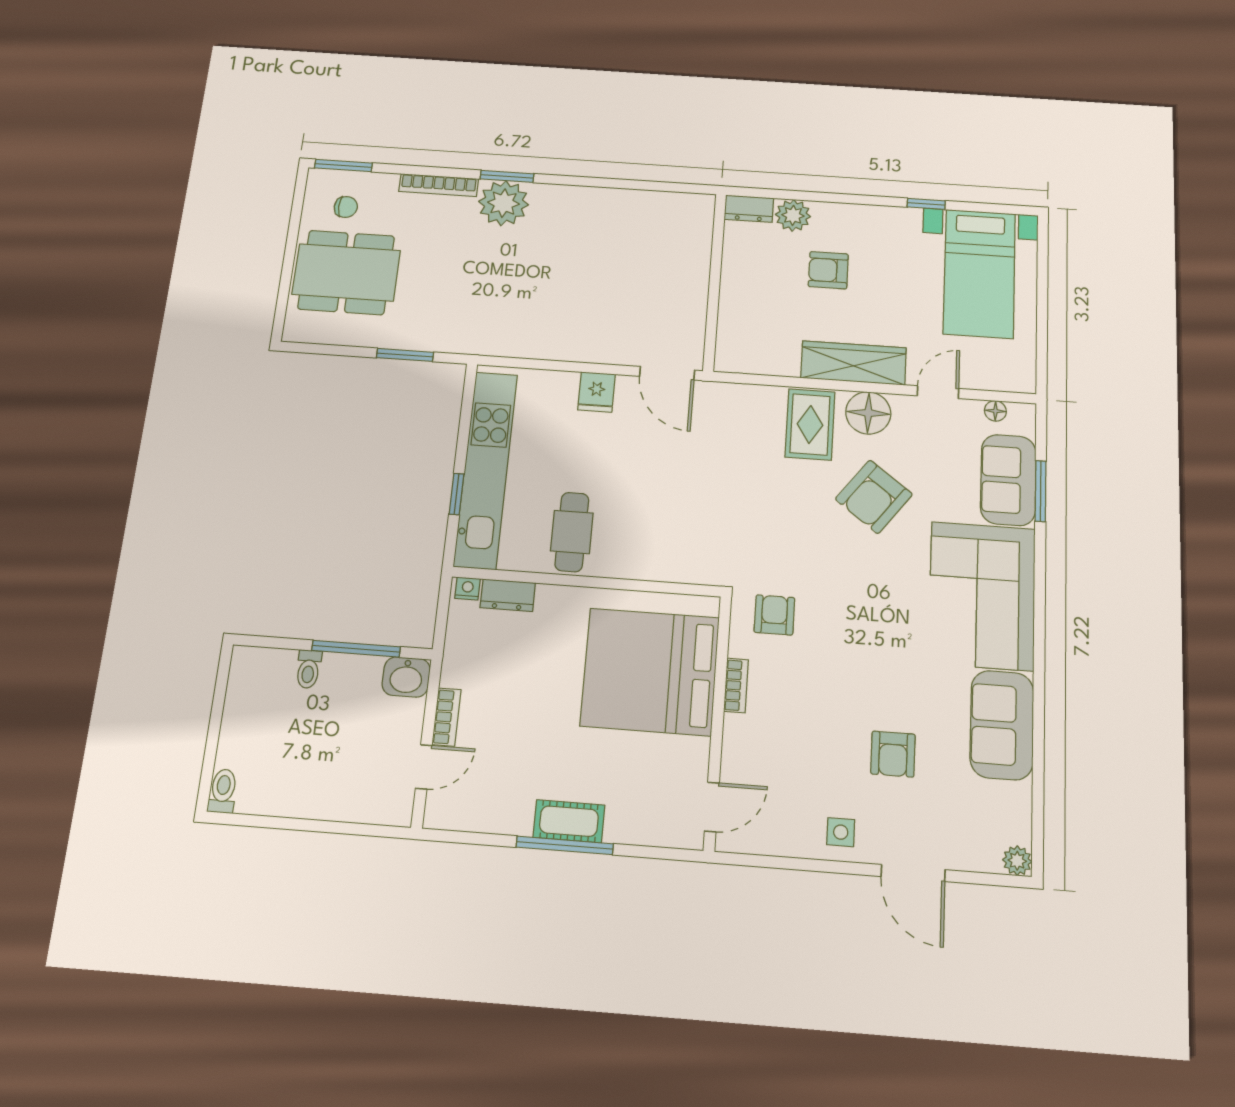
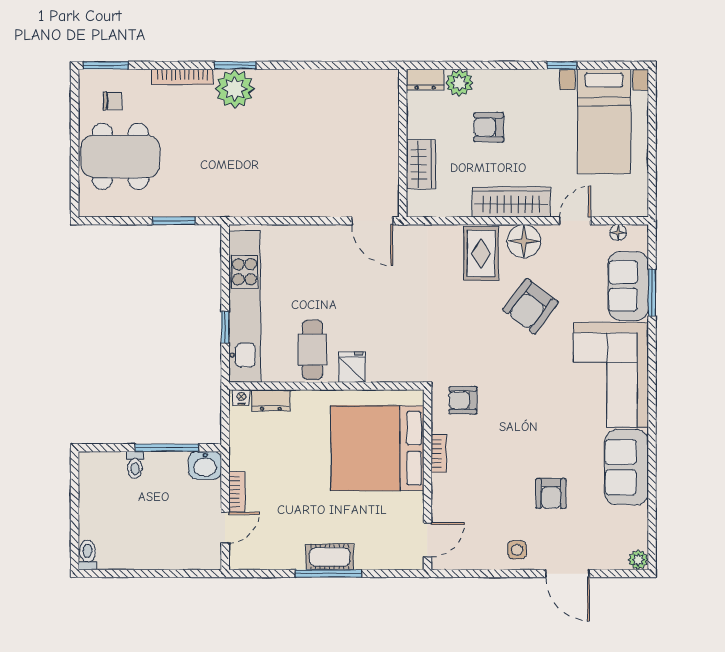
wardrobe: (737, 309) -> (421, 164), added
fridge: (596, 392) -> (352, 367), moved, turned 180
armchair: (774, 615) -> (463, 400), turned -90

